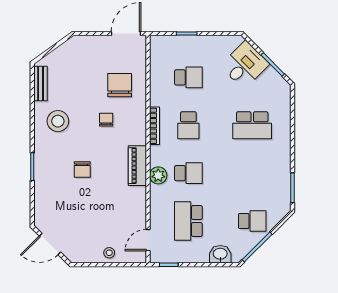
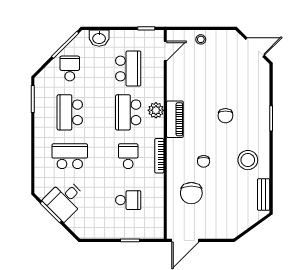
desk: (245, 65) -> (65, 200), moved
school desk: (188, 77) -> (128, 200), turned 180
chair: (82, 169) -> (225, 116), turned 180
school desk: (188, 173) -> (128, 112), width x1.85
school desk: (252, 173) -> (70, 112), added
school desk: (252, 221) -> (70, 69), turned 90

